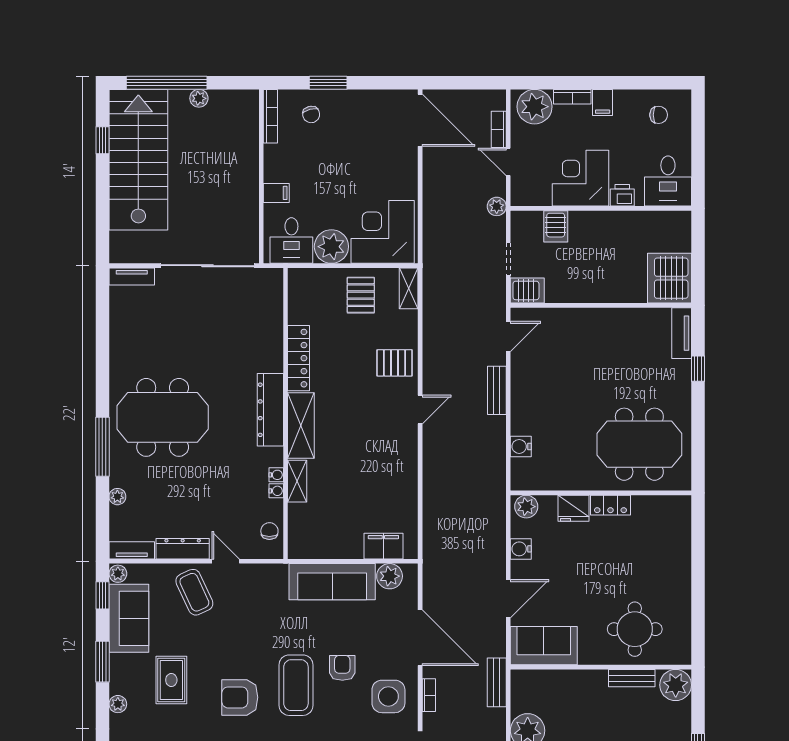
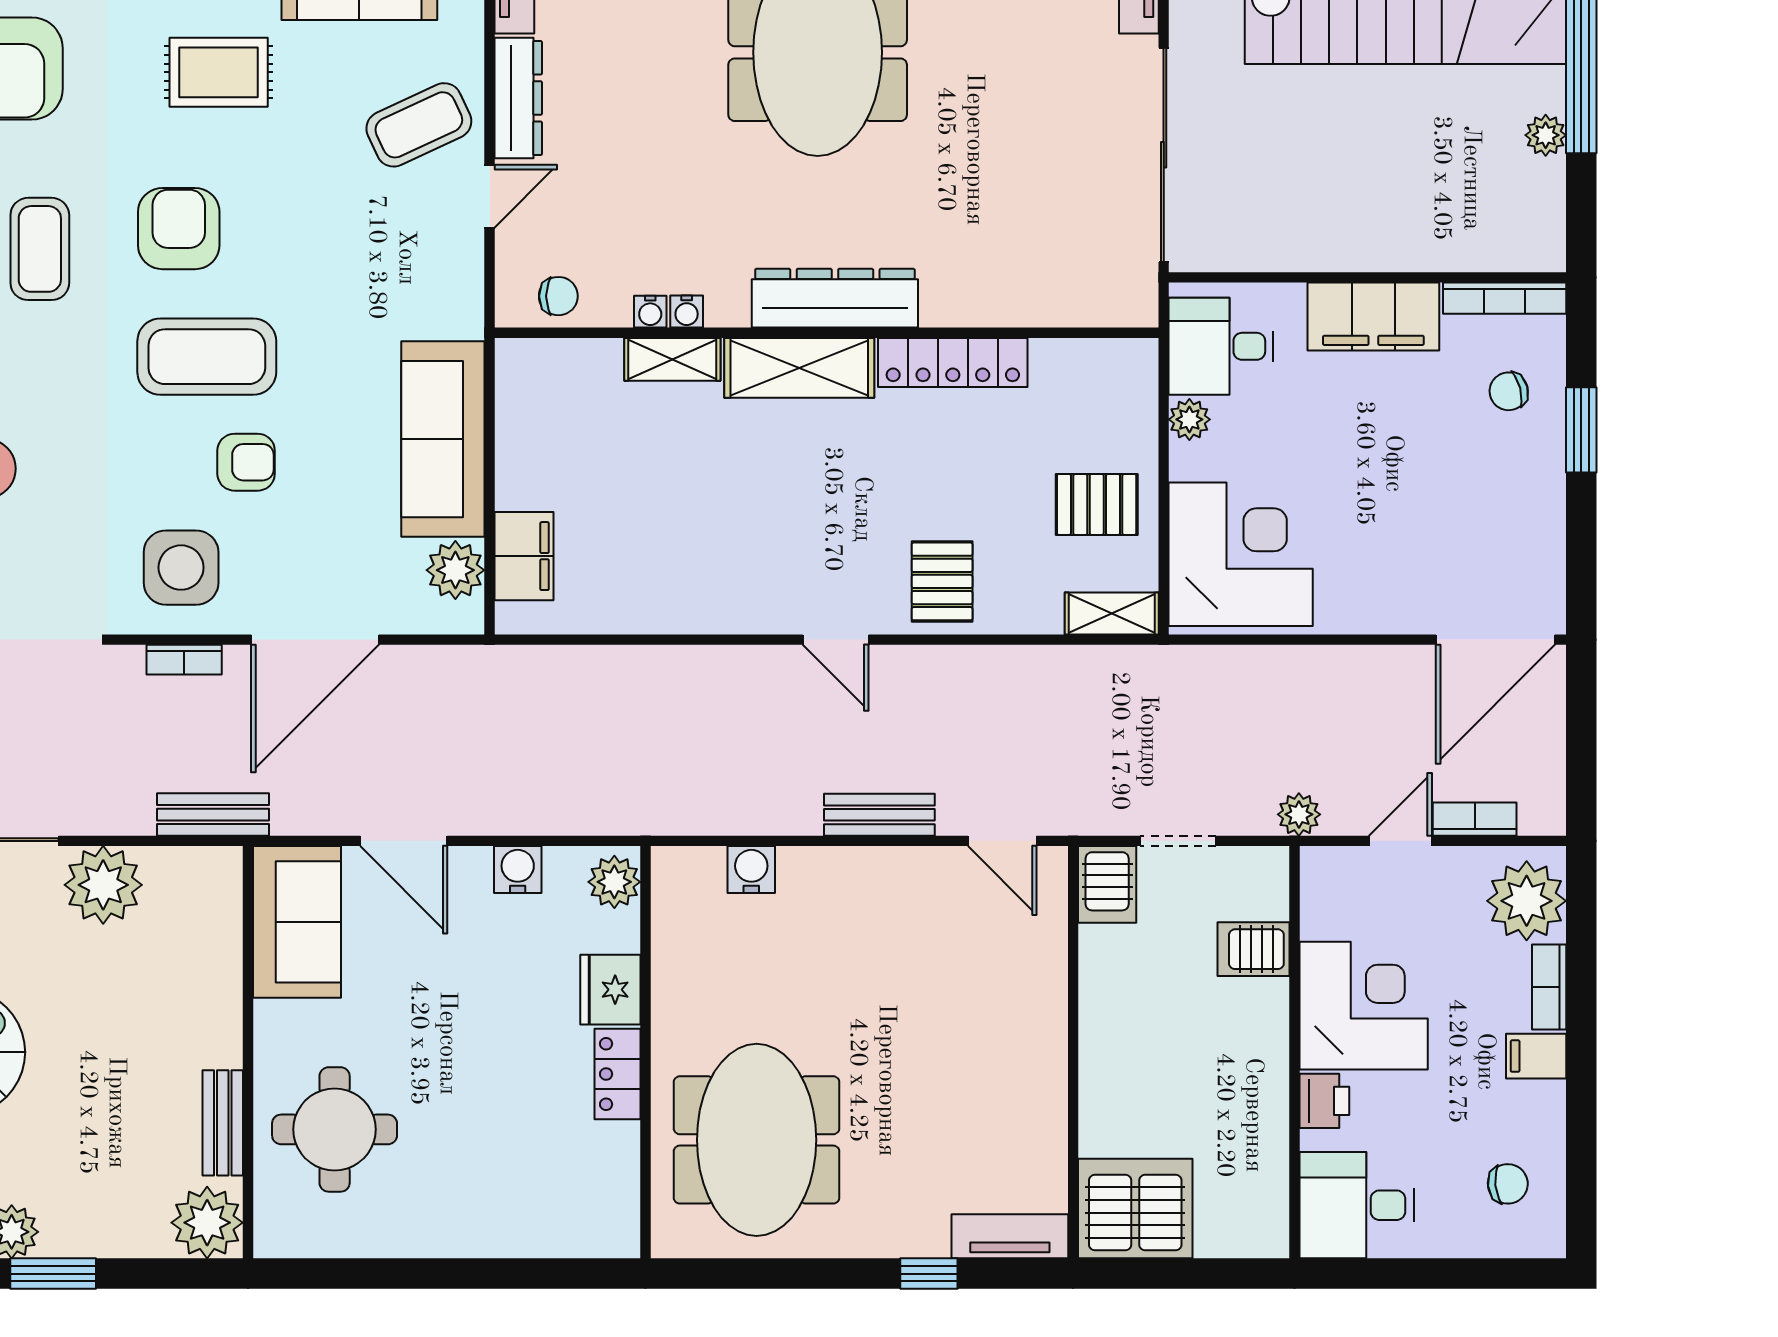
chair: (659, 115) -> (1508, 1184), turned -96
filing cabinet: (276, 193) -> (1373, 316), width x3.00, depth x1.17
plant: (331, 247) -> (1189, 419), width x0.53, depth x0.53

